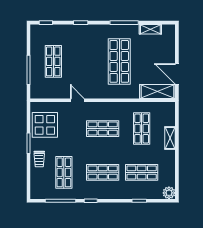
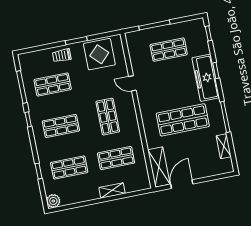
freezer: (85, 33) -> (206, 78), added
door: (77, 100) -> (132, 83), swing flipped
shop shelf: (103, 172) -> (61, 126), turned 90
shop shelf: (142, 172) -> (69, 167), turned 90

